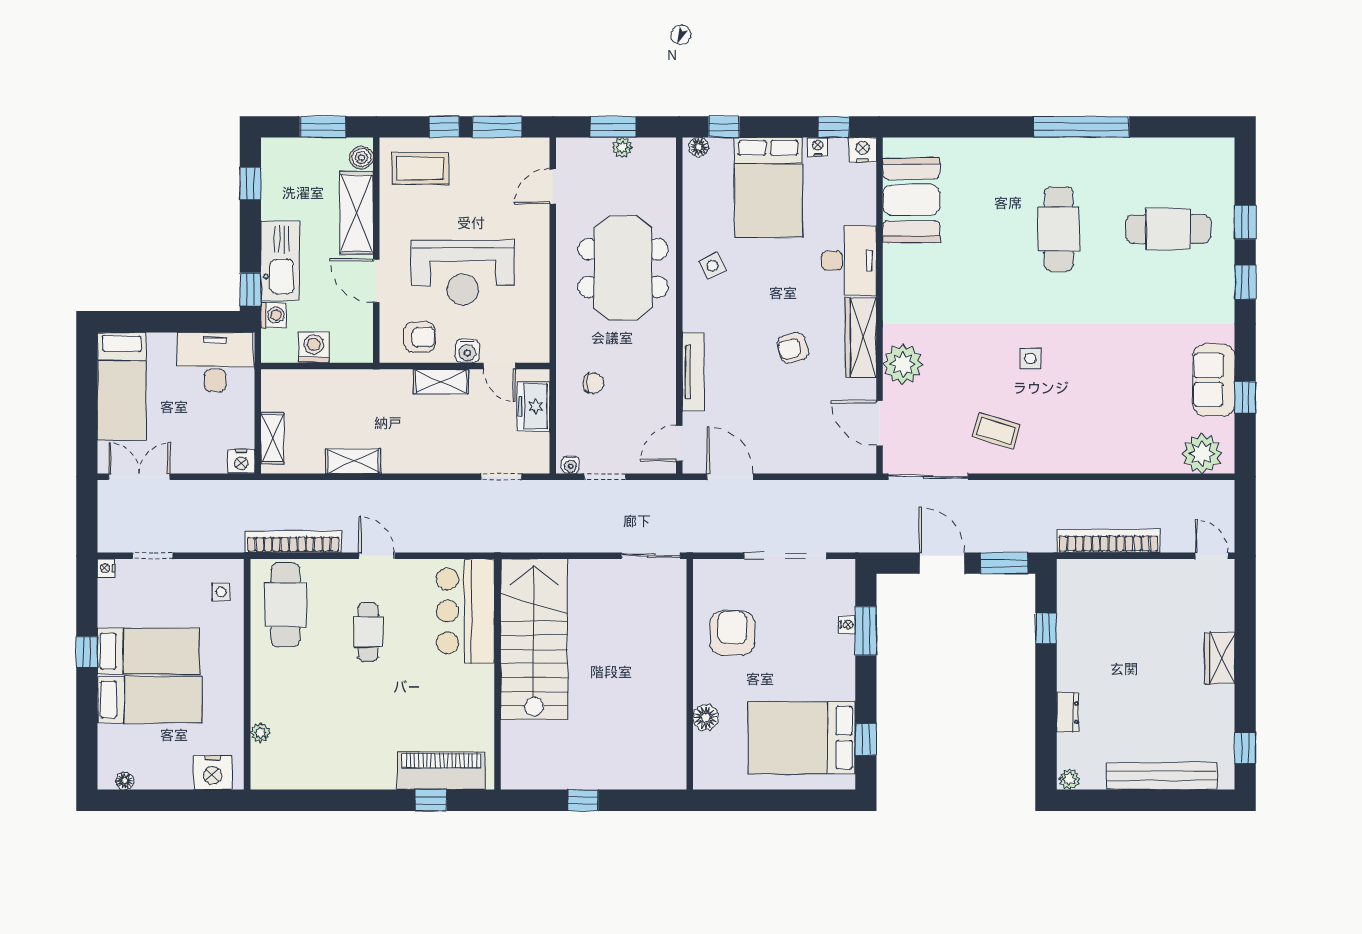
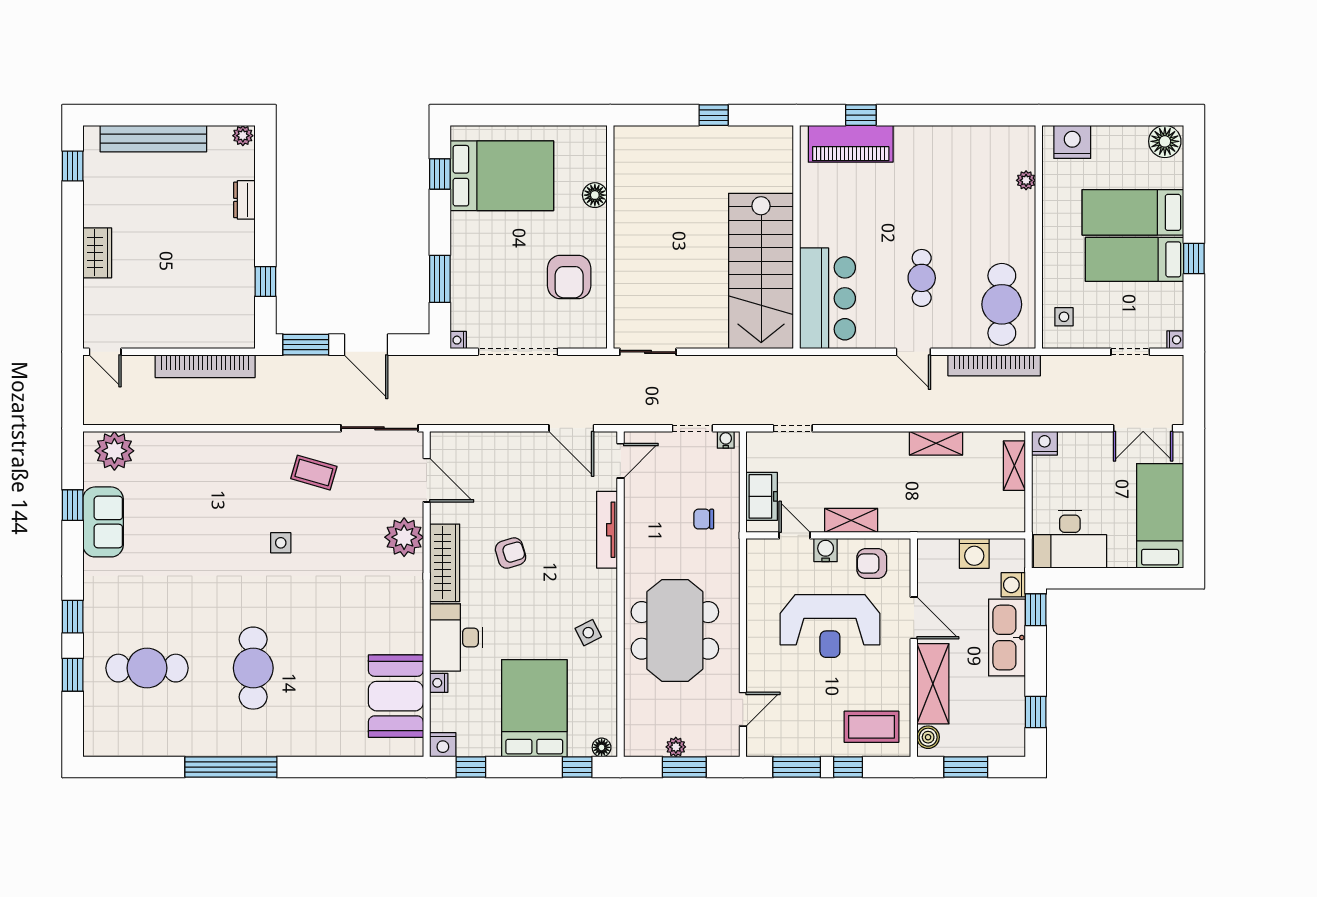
nightstand: (818, 147) -> (439, 683), moved, turned 90
reception desk: (463, 273) -> (830, 626), turned 180
nightstand: (847, 625) -> (458, 340), moved
floor lamp: (125, 781) -> (1165, 141), width x1.89, depth x1.89

